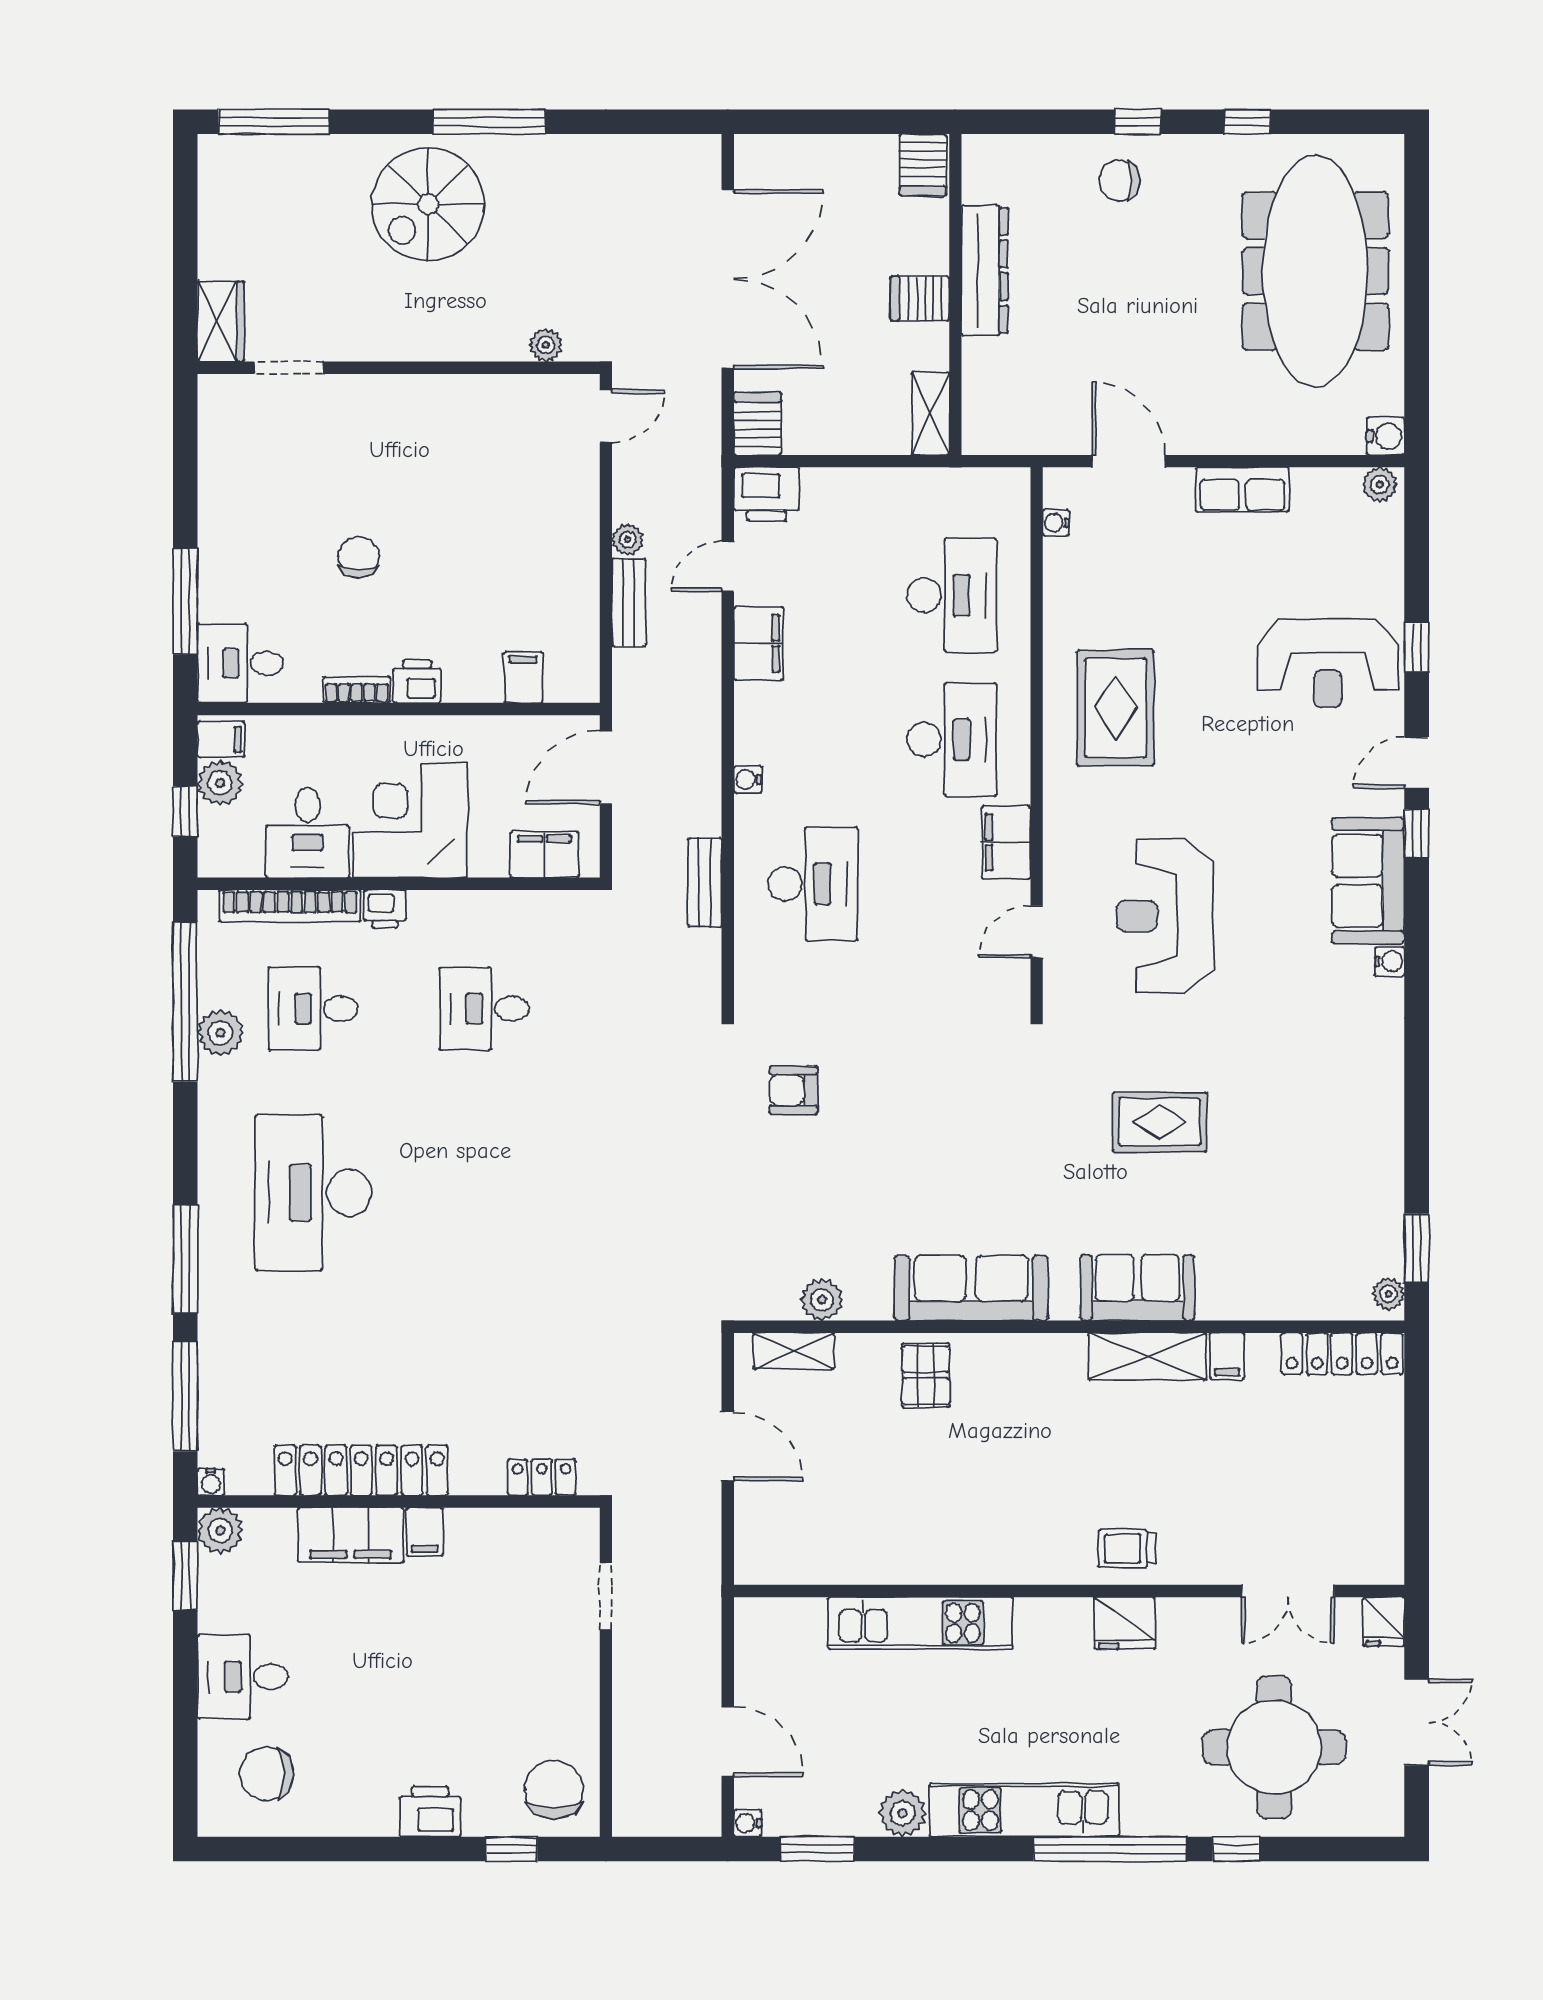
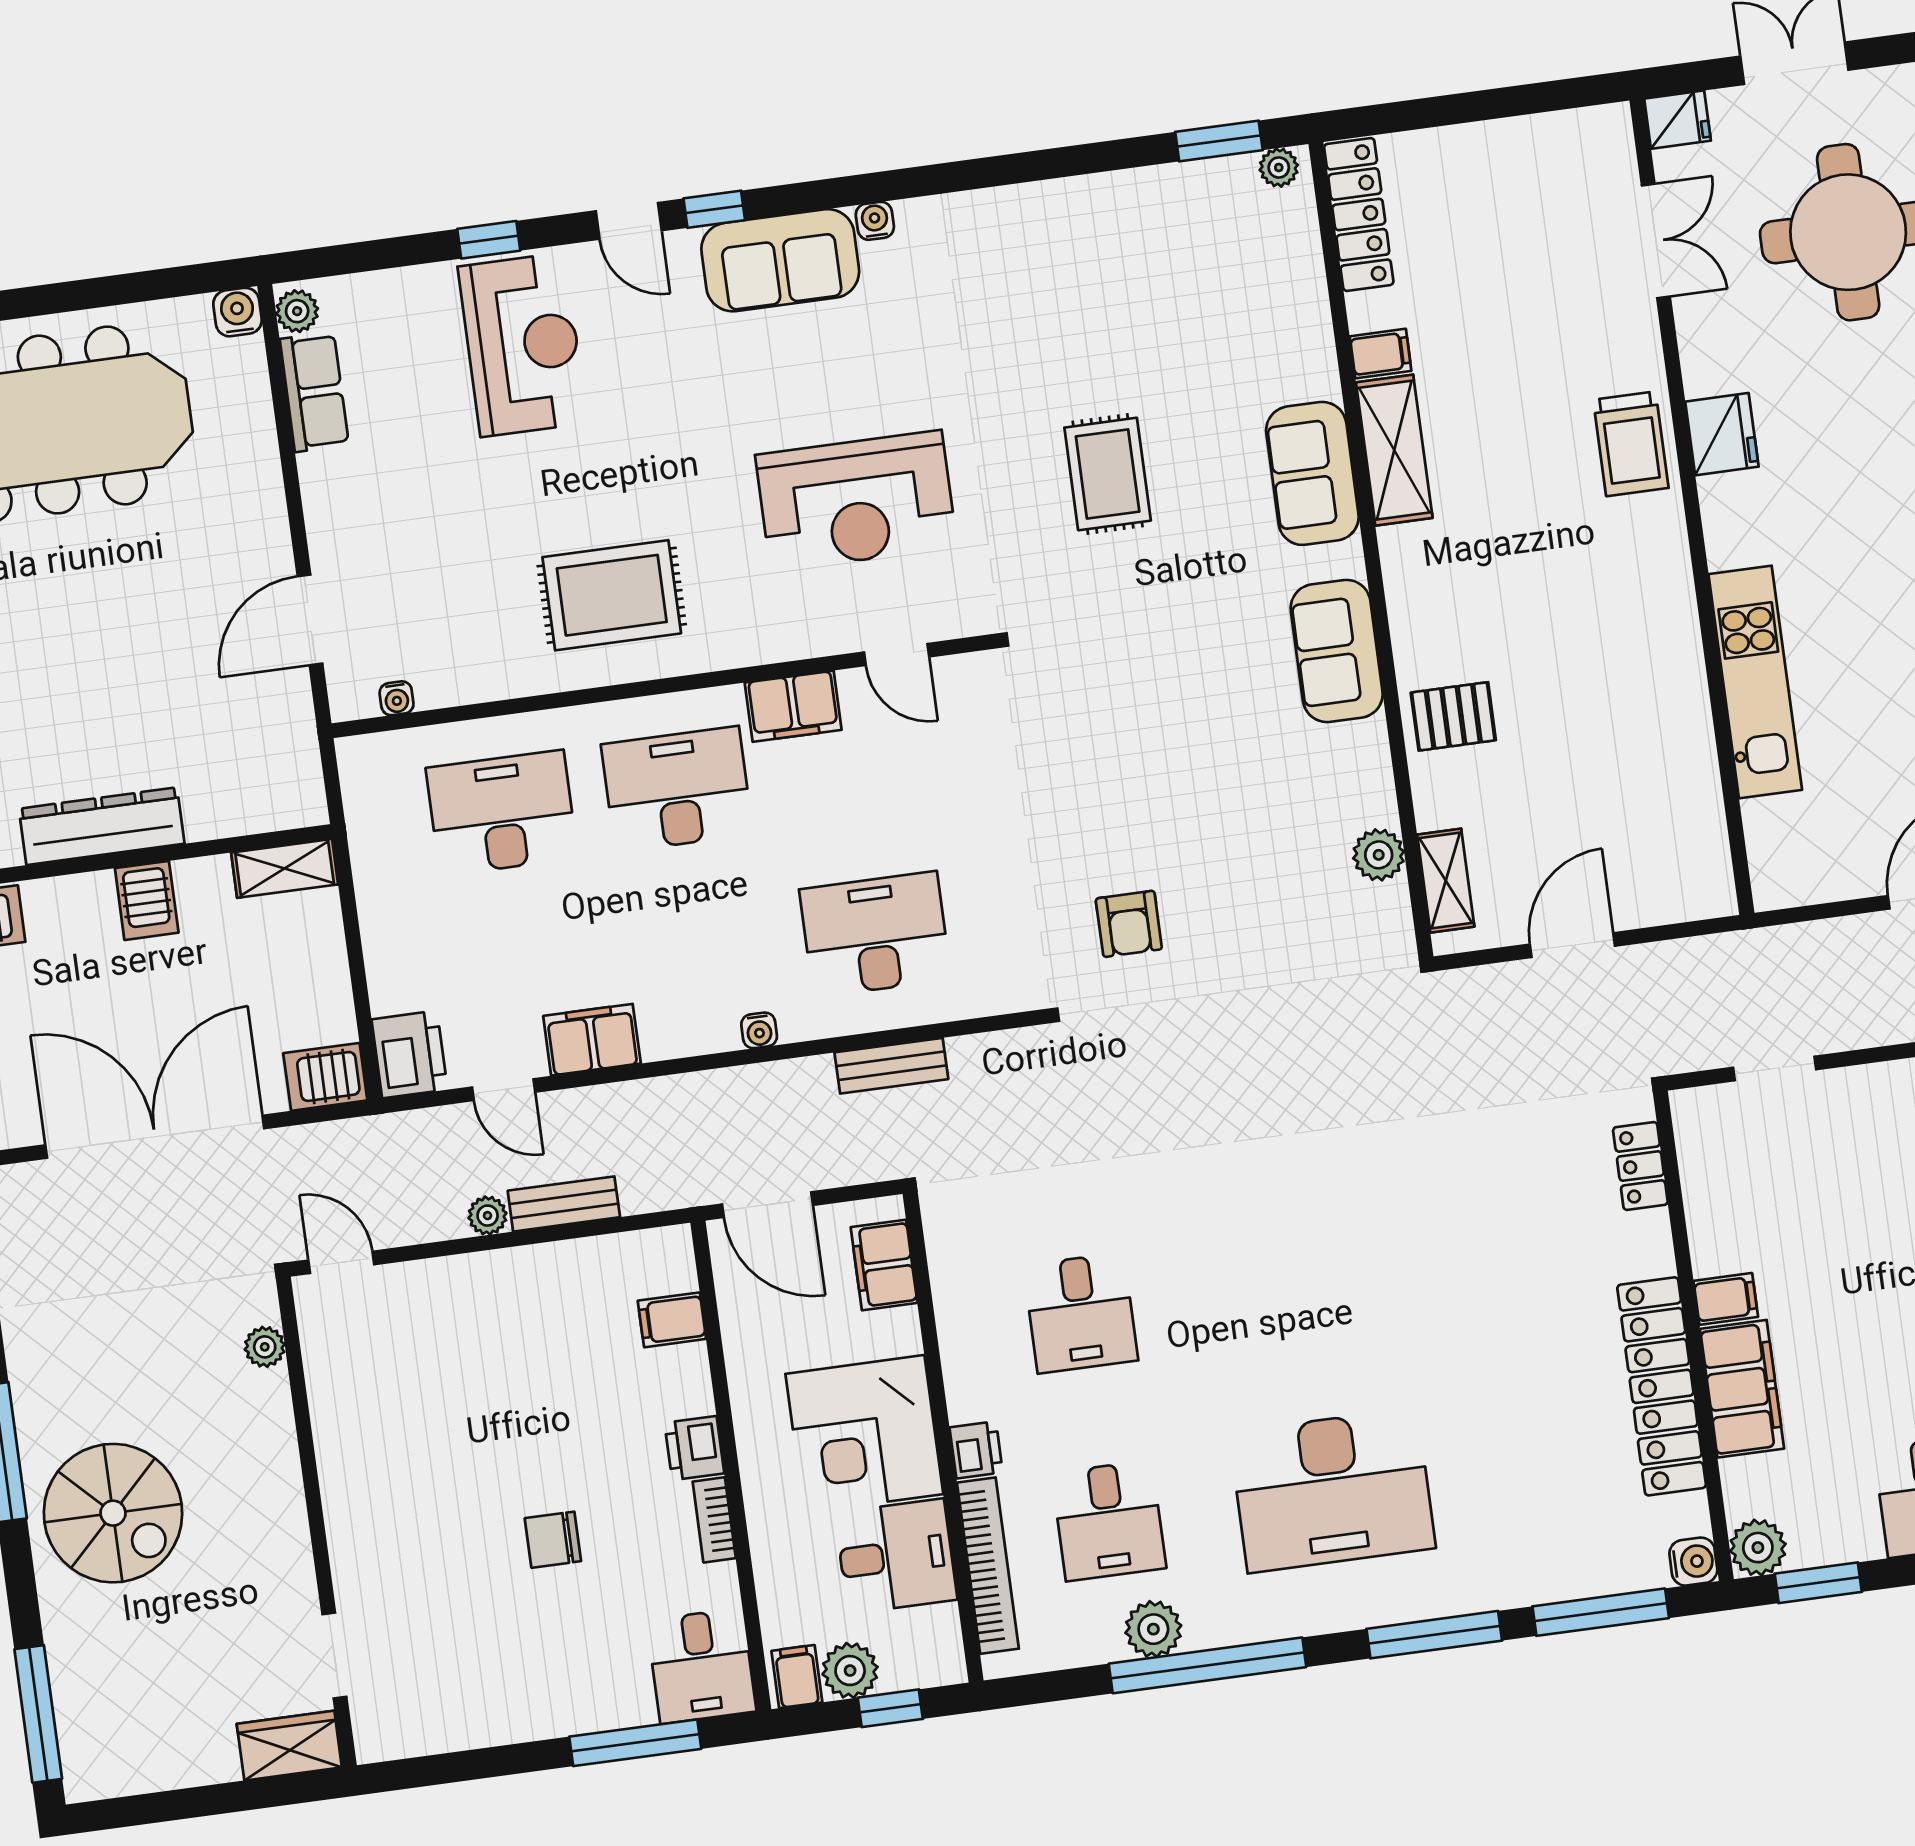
row of seats: (1242, 490) -> (314, 392), moved
window: (185, 1002) -> (1208, 1665), moved
sofa: (971, 1288) -> (1337, 651), width x0.73
water cooler: (211, 1482) -> (1693, 1562), width x1.38, depth x1.38
trolley: (1127, 1549) -> (1631, 444), width x1.36, depth x1.39

